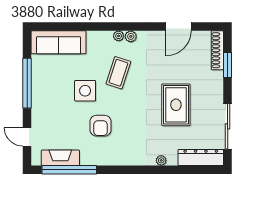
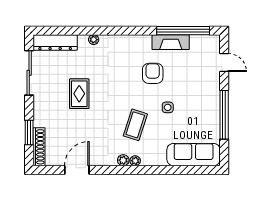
side table: (85, 91) -> (168, 107), width x0.54, depth x0.54
rug: (176, 105) -> (79, 94), width x0.73, depth x0.70
fireplace: (60, 158) -> (171, 42), moved

